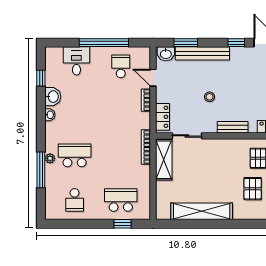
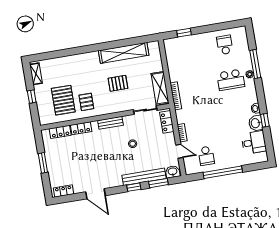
window: (236, 43) -> (134, 187), moved
desk: (76, 61) -> (254, 142), moved, turned -90
window: (41, 78) -> (265, 120), moved
pallet: (253, 189) -> (118, 83), moved, turned 90
school desk: (121, 200) -> (189, 51), removed

